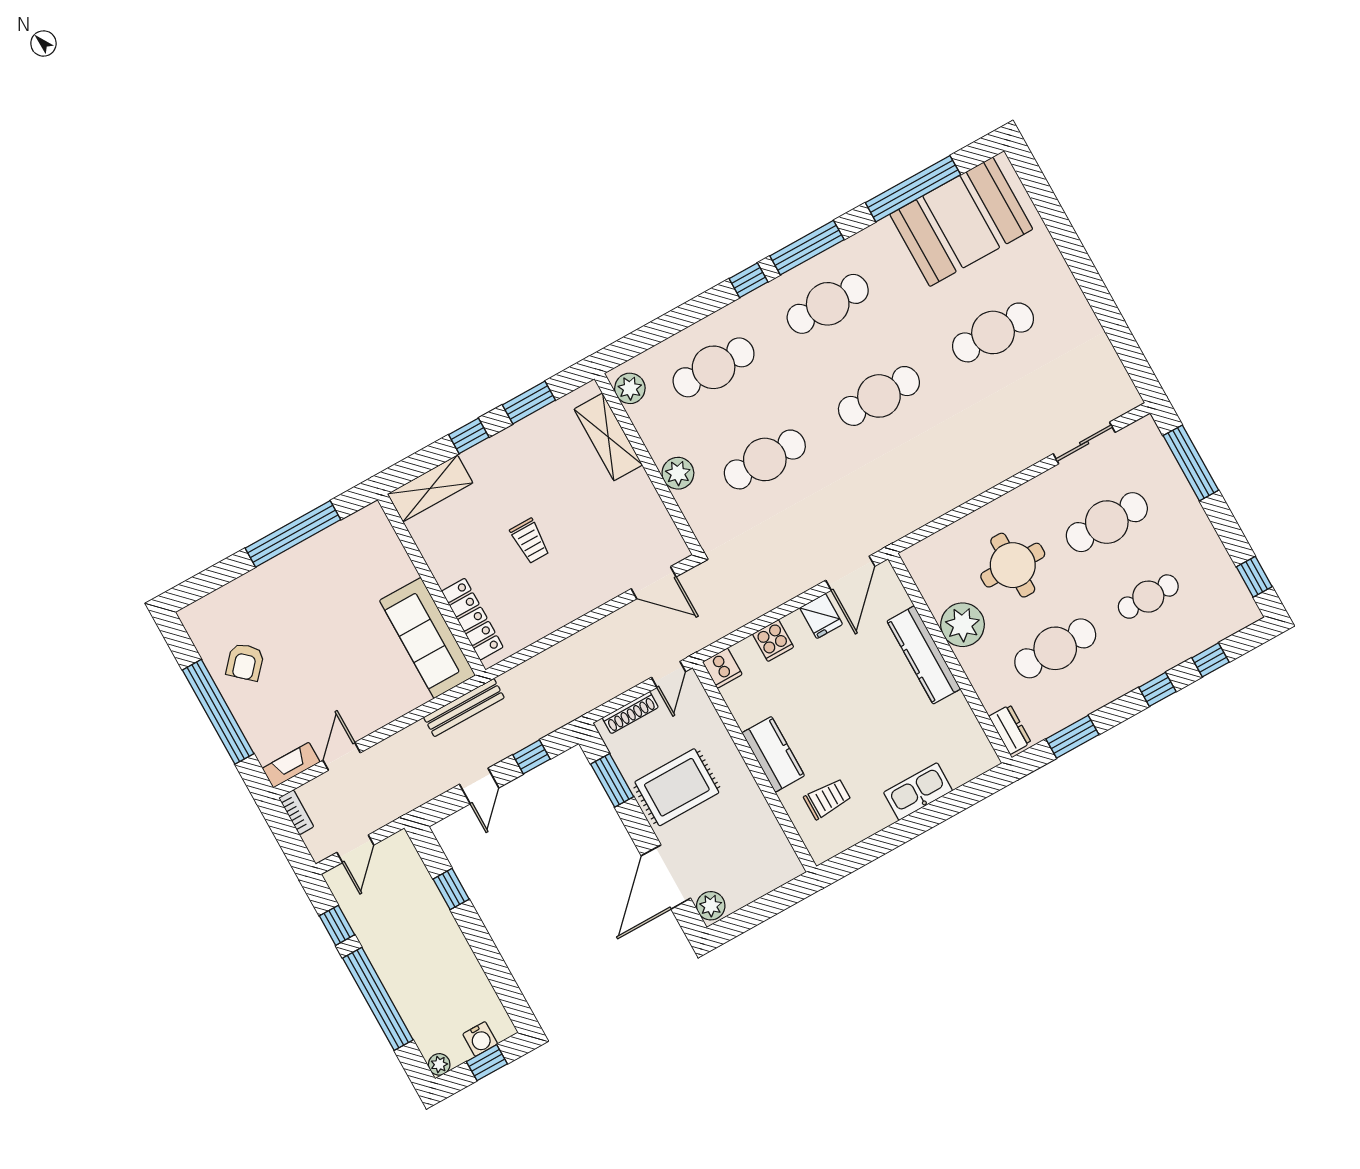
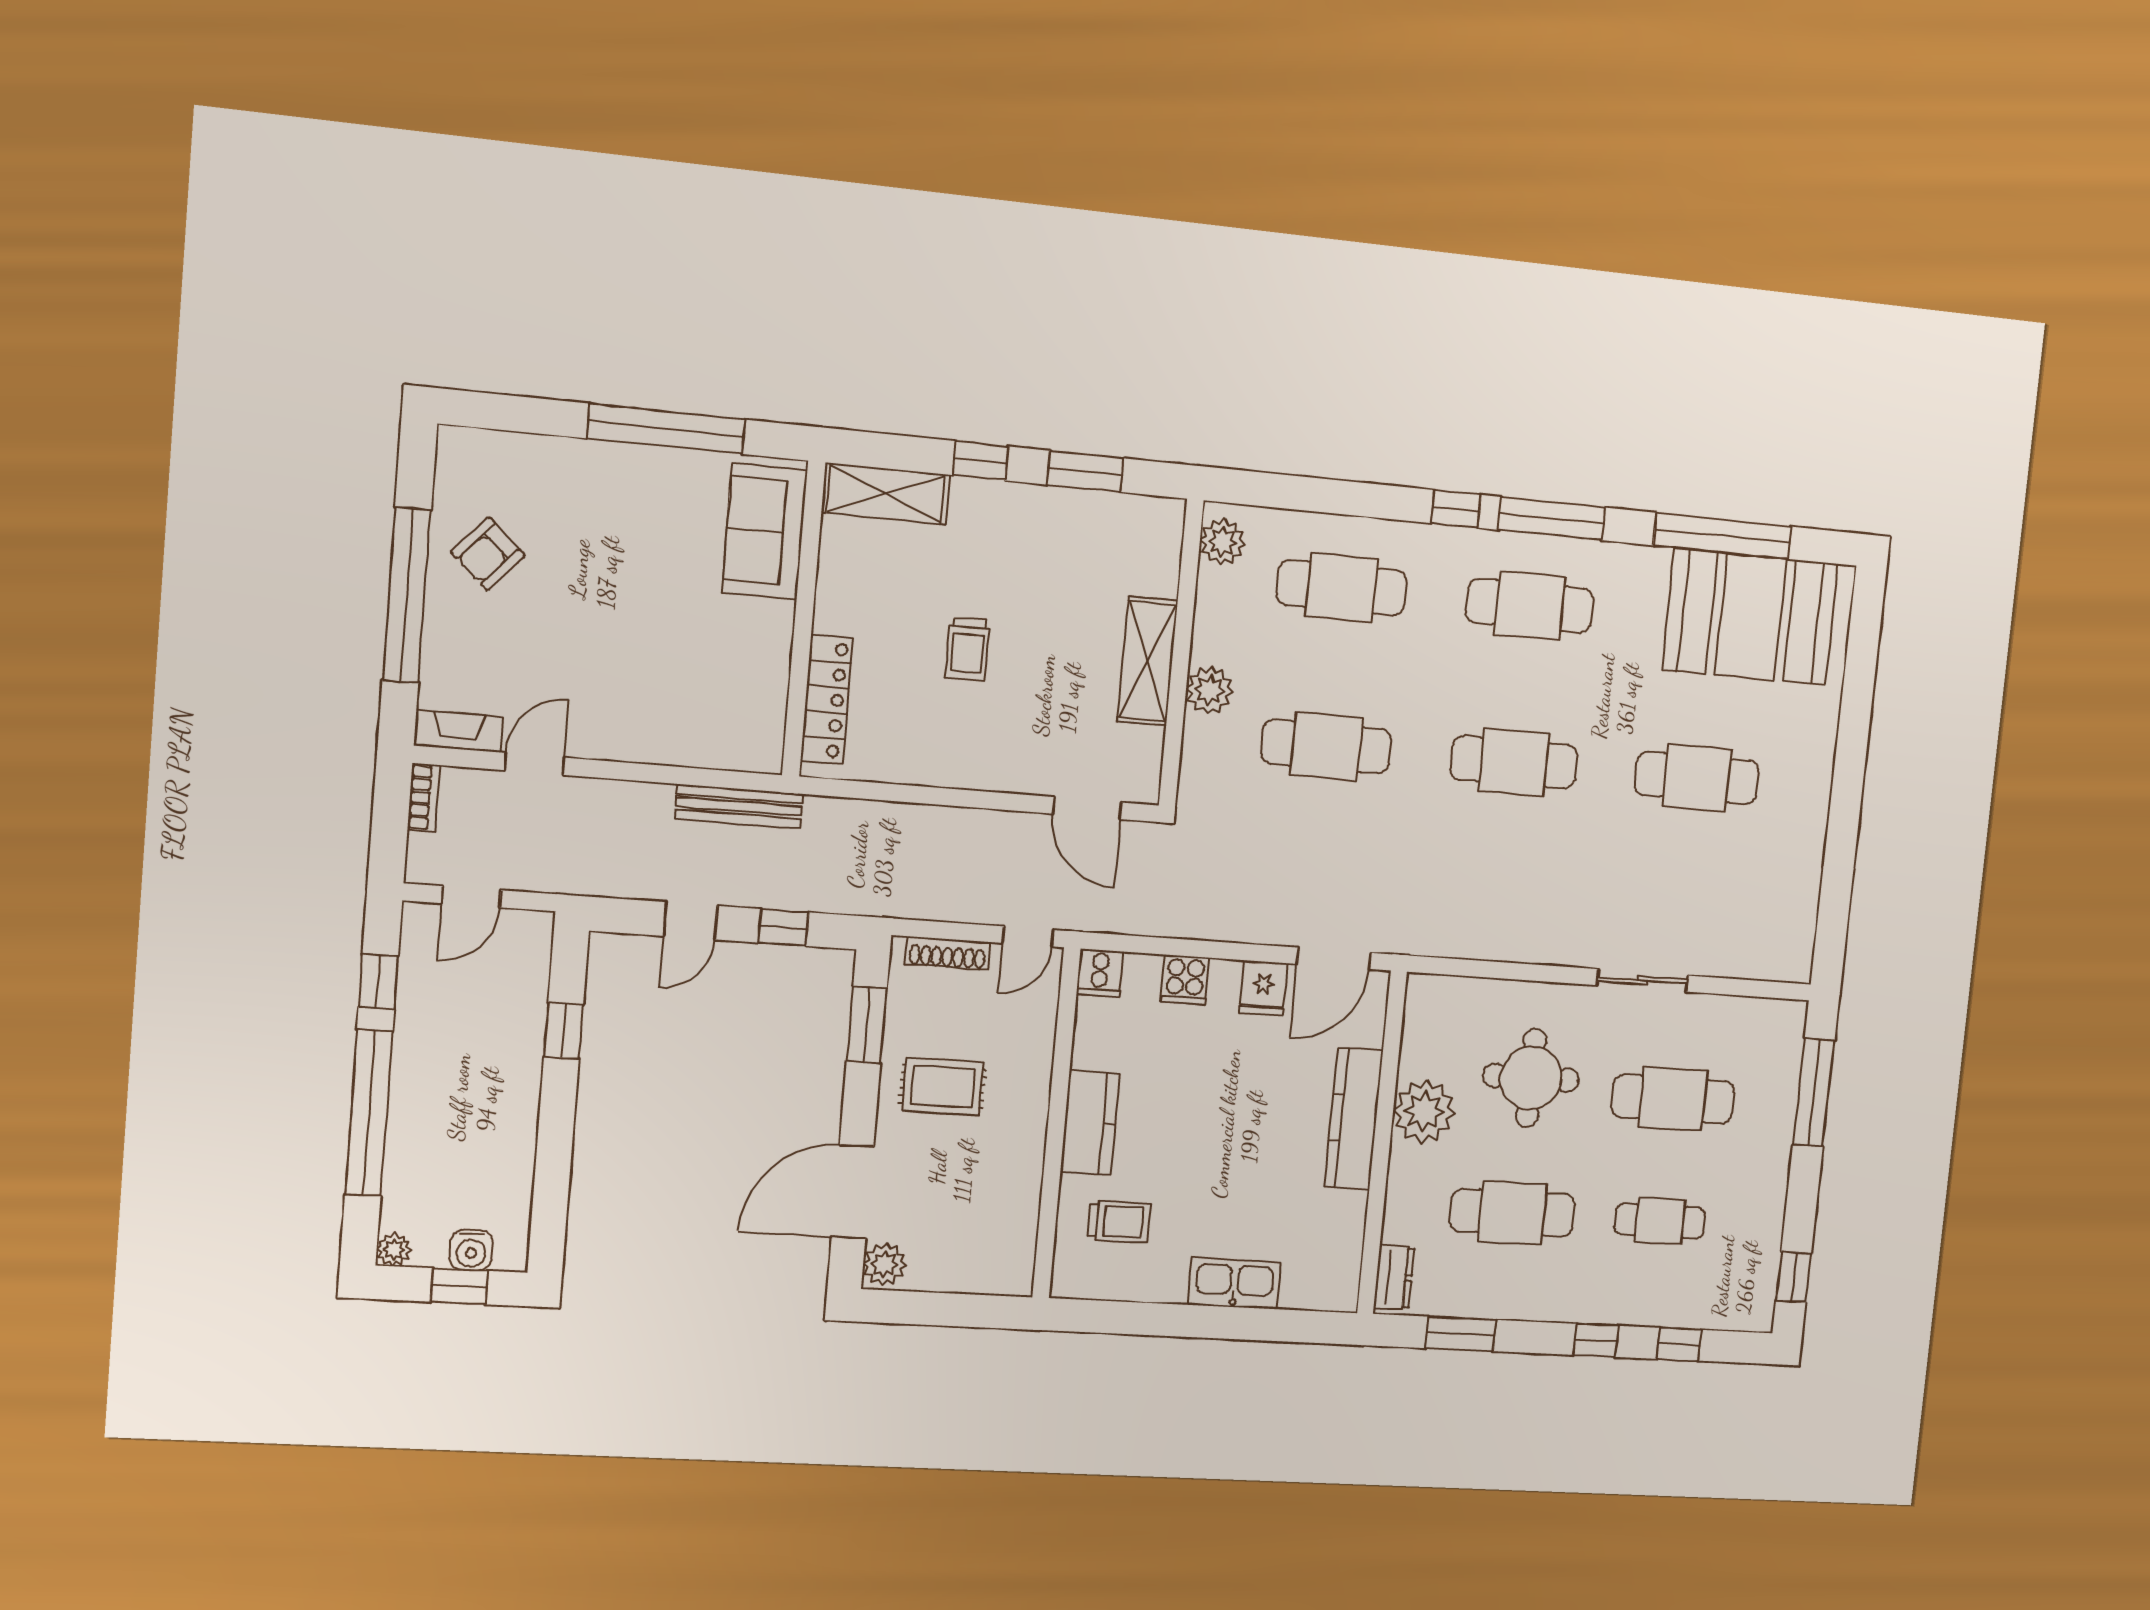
shelving: (608, 437) -> (1147, 661), moved
sliding door: (1084, 443) -> (1642, 980), moved
sofa: (427, 638) -> (765, 531), moved, width x0.73
rug: (677, 787) -> (943, 1086), width x0.73, depth x0.70

